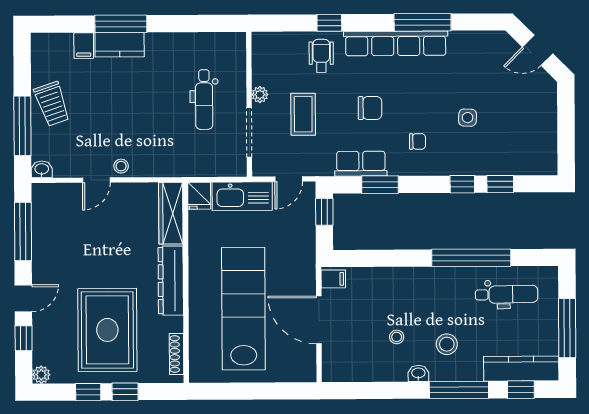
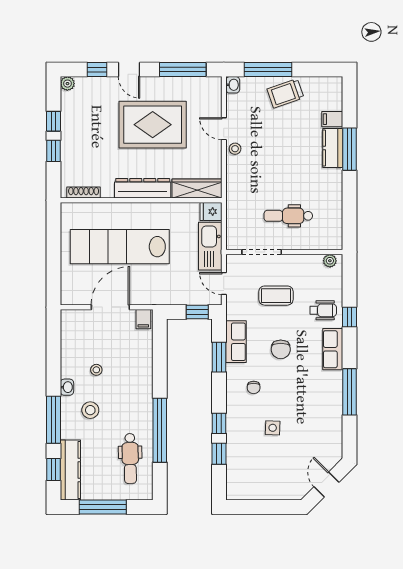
row of seats: (396, 43) -> (333, 349), width x0.50
plant: (260, 95) -> (330, 261), moved
lab bench: (243, 309) -> (120, 247), turned 180
rug: (107, 330) -> (153, 125), moved

